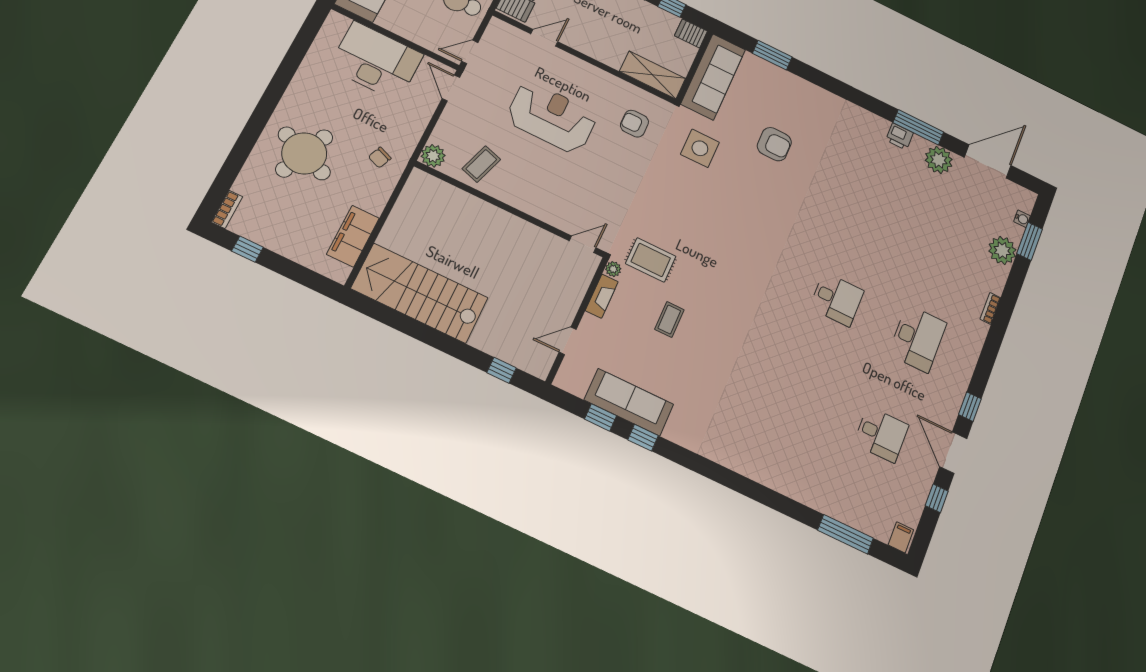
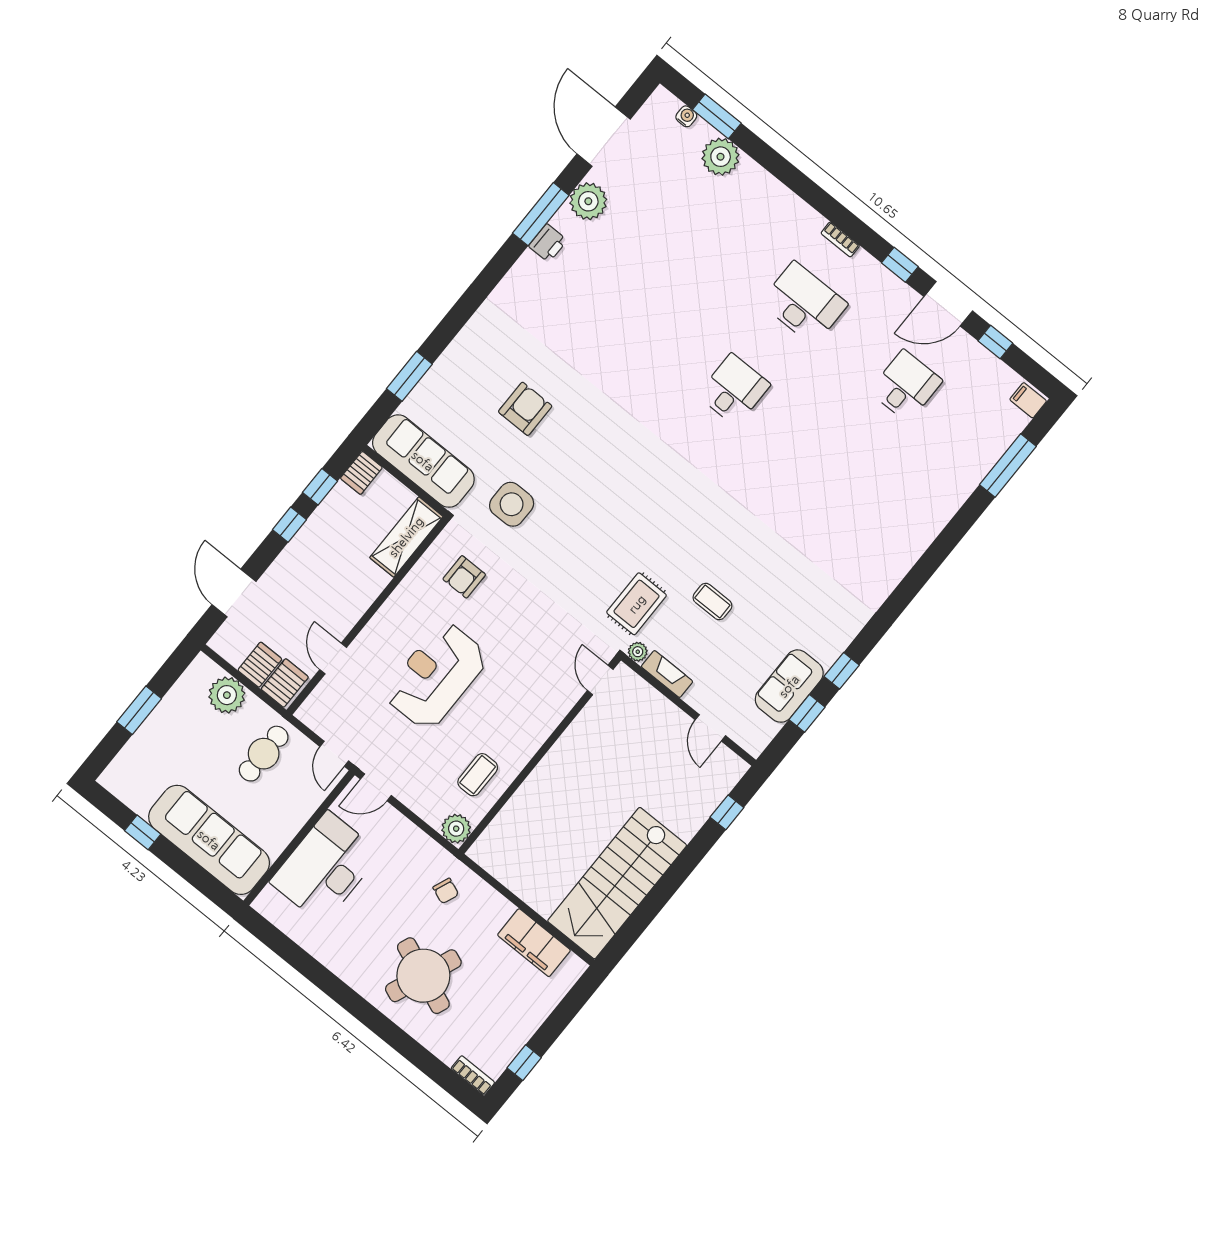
coffee table: (481, 164) -> (478, 775), turned 72
bookcase: (990, 308) -> (840, 239), moved
sofa: (629, 402) -> (789, 686), width x0.73

